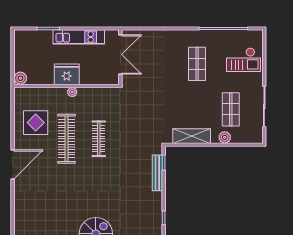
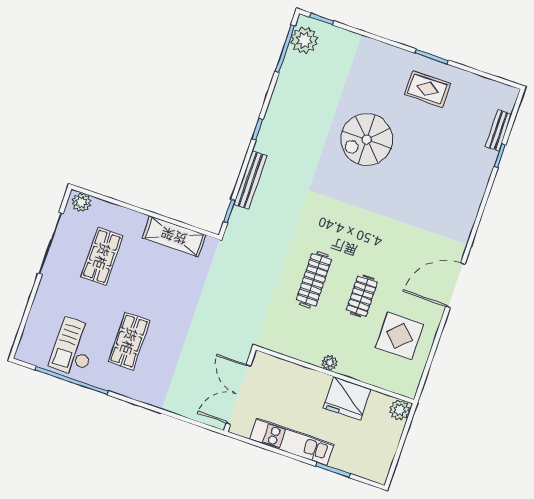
checkout: (244, 60) -> (74, 347), moved, turned -90
fridge: (67, 74) -> (347, 399), moved
plant: (225, 137) -> (81, 202), moved
clothes rail: (67, 139) -> (362, 296), width x0.54, depth x0.76
bench: (157, 173) -> (250, 180), moved

